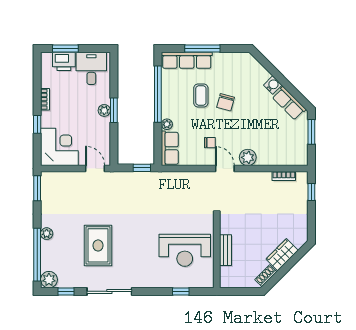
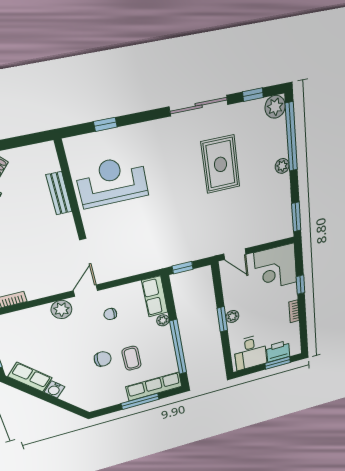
chair: (226, 102) -> (103, 359), turned 75
door: (225, 169) -> (86, 291), swing flipped

